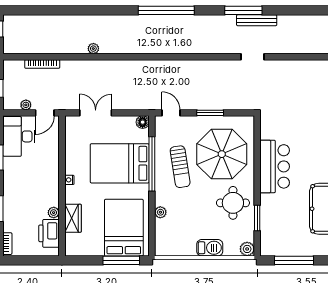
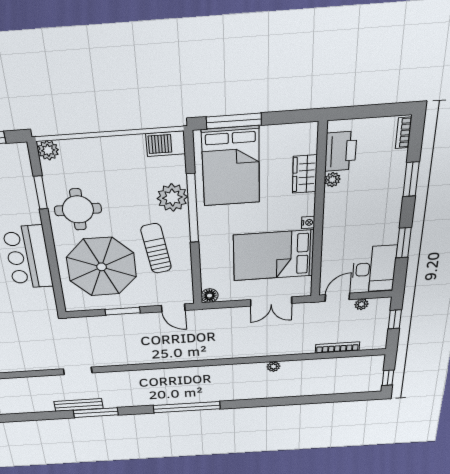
bed: (120, 163) -> (274, 255), moved, turned 180
window: (152, 164) -> (193, 209), moved
plant: (160, 212) -> (172, 198), width x1.88, depth x1.88
barbecue: (210, 248) -> (166, 144), moved

